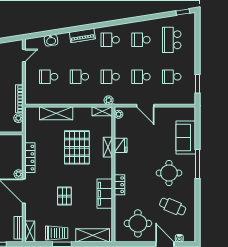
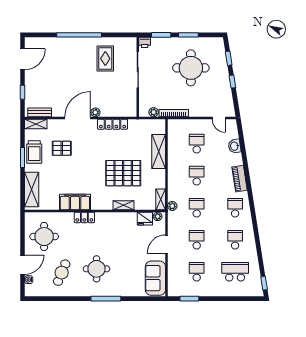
sofa: (186, 138) -> (155, 278), moved, turned -90
fridge: (121, 145) -> (145, 219), moved
pallet: (64, 196) -> (62, 148), moved

